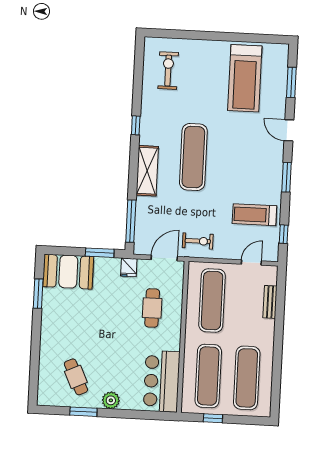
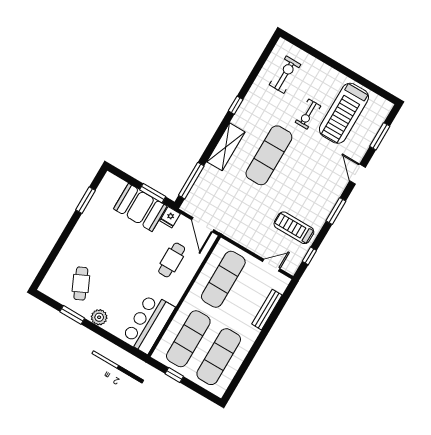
exercise bike: (198, 241) -> (308, 114), moved, turned 90
door: (164, 258) -> (203, 225), swing flipped
booth: (68, 272) -> (140, 207), moved
bench: (270, 302) -> (267, 310), width x1.36

